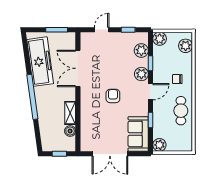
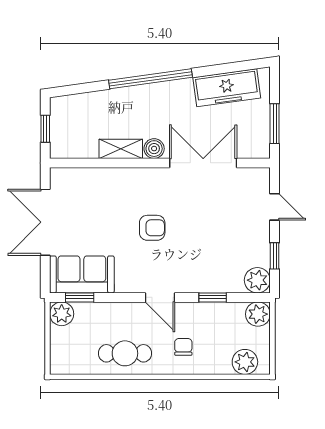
plant: (141, 50) -> (257, 280), moved
freezer: (40, 62) -> (227, 88), width x0.73, depth x0.79
plant: (141, 74) -> (193, 280), removed
window: (151, 120) -> (80, 297), moved
boiler: (70, 131) -> (154, 149), moved

